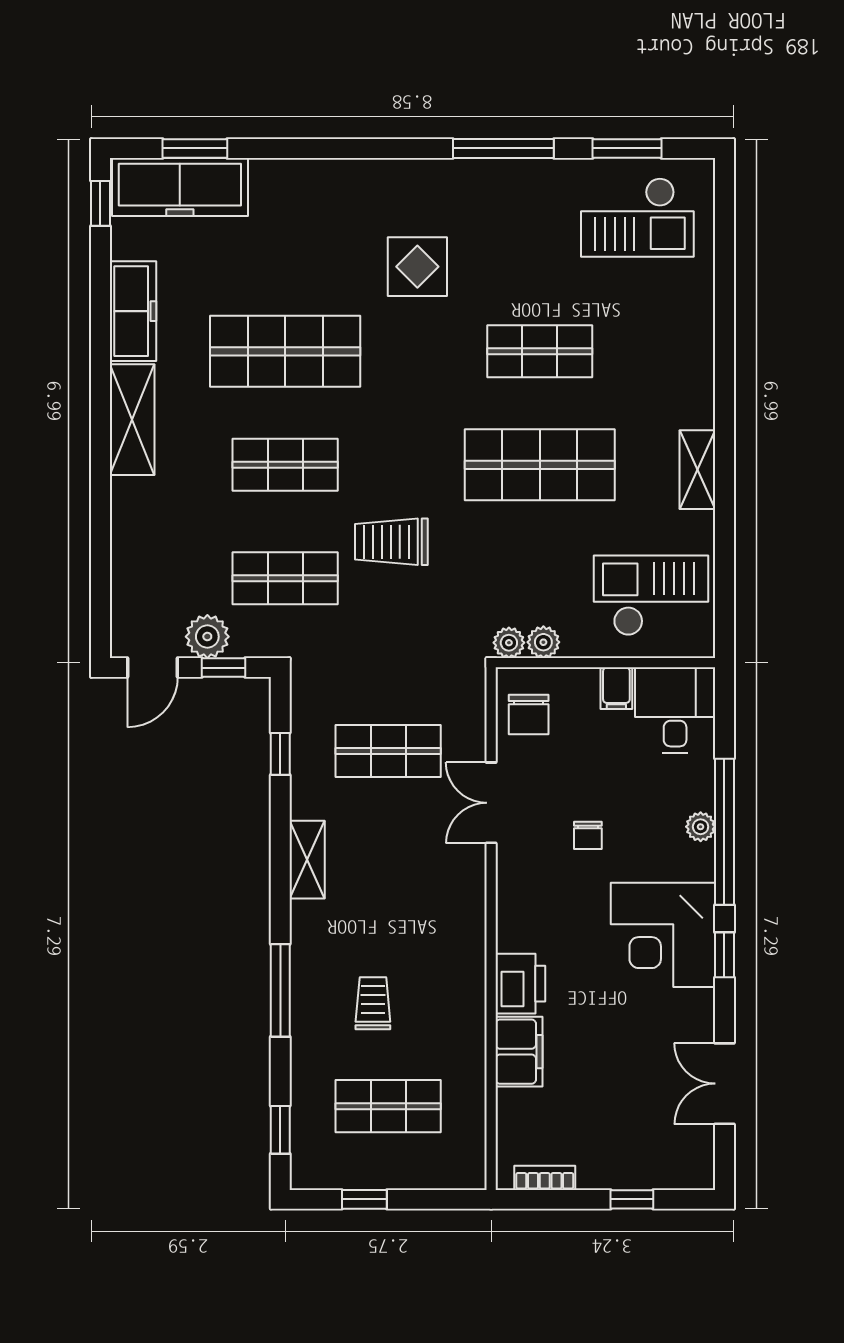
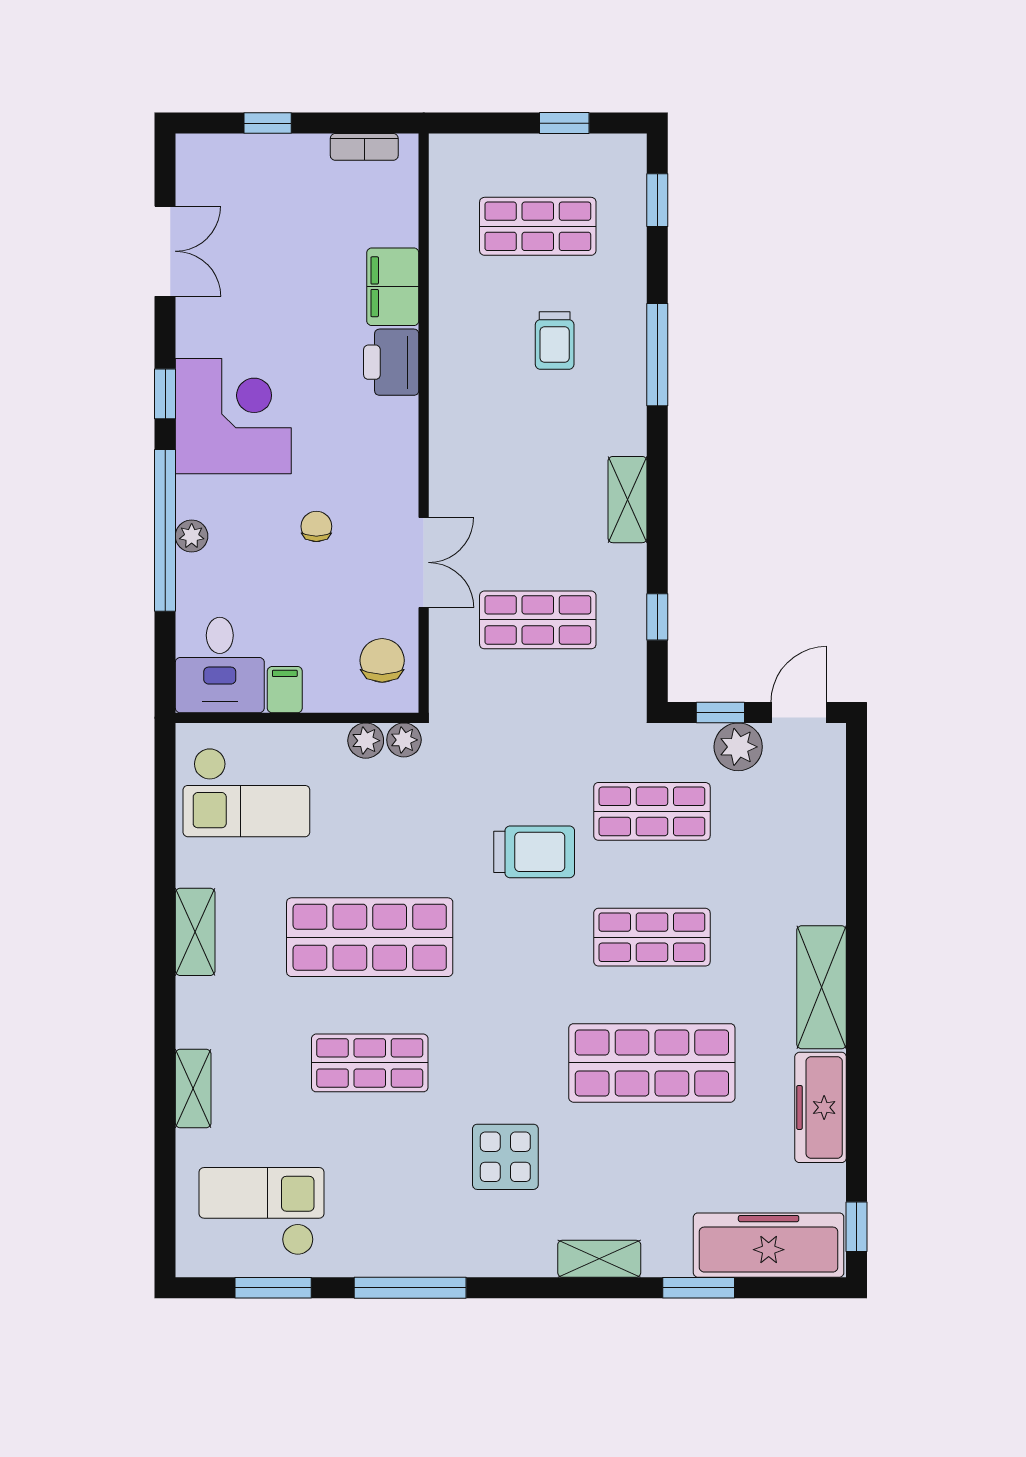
window: (195, 148) -> (699, 1288), moved
shelving: (333, 175) -> (599, 1259), added
shelving: (699, 328) -> (193, 1089), added

